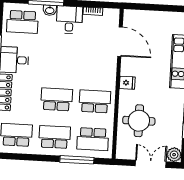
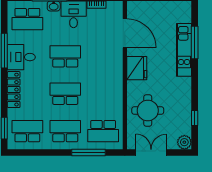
fridge: (127, 83) -> (137, 68), width x1.88, depth x1.34
school desk: (95, 101) -> (65, 56), moved
double door: (151, 164) -> (151, 152), moved

